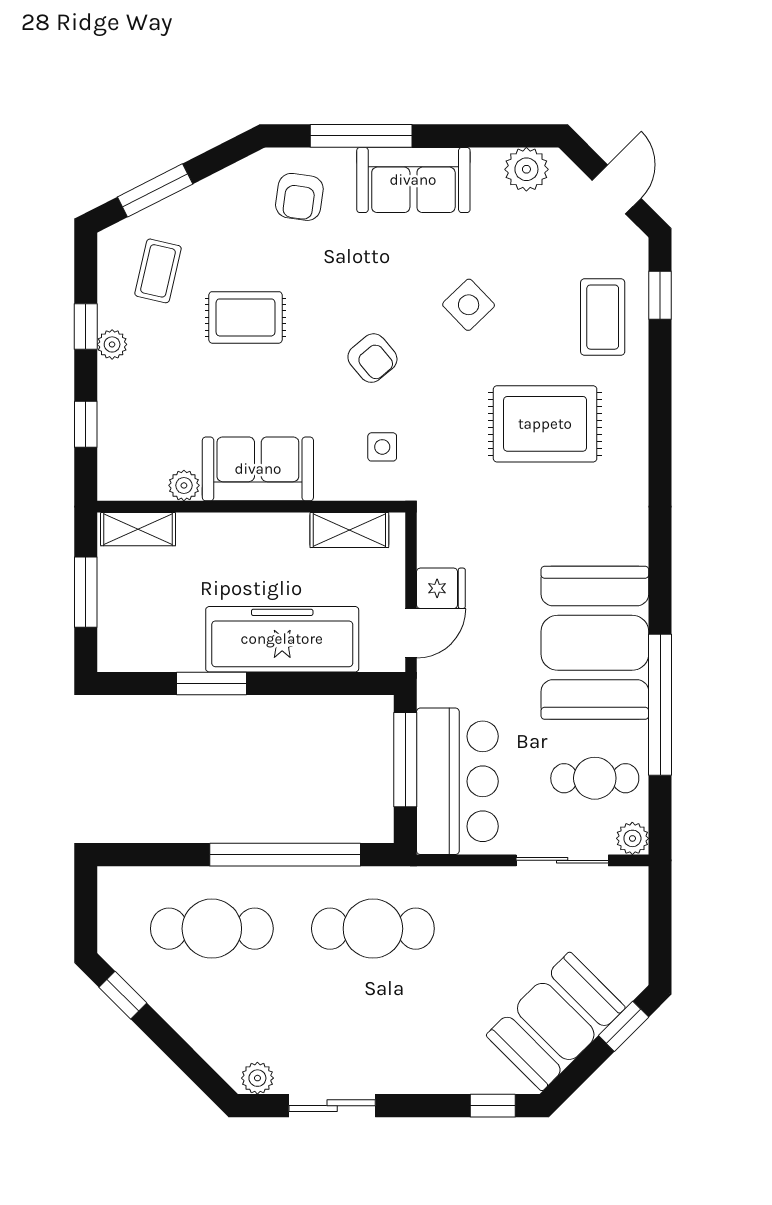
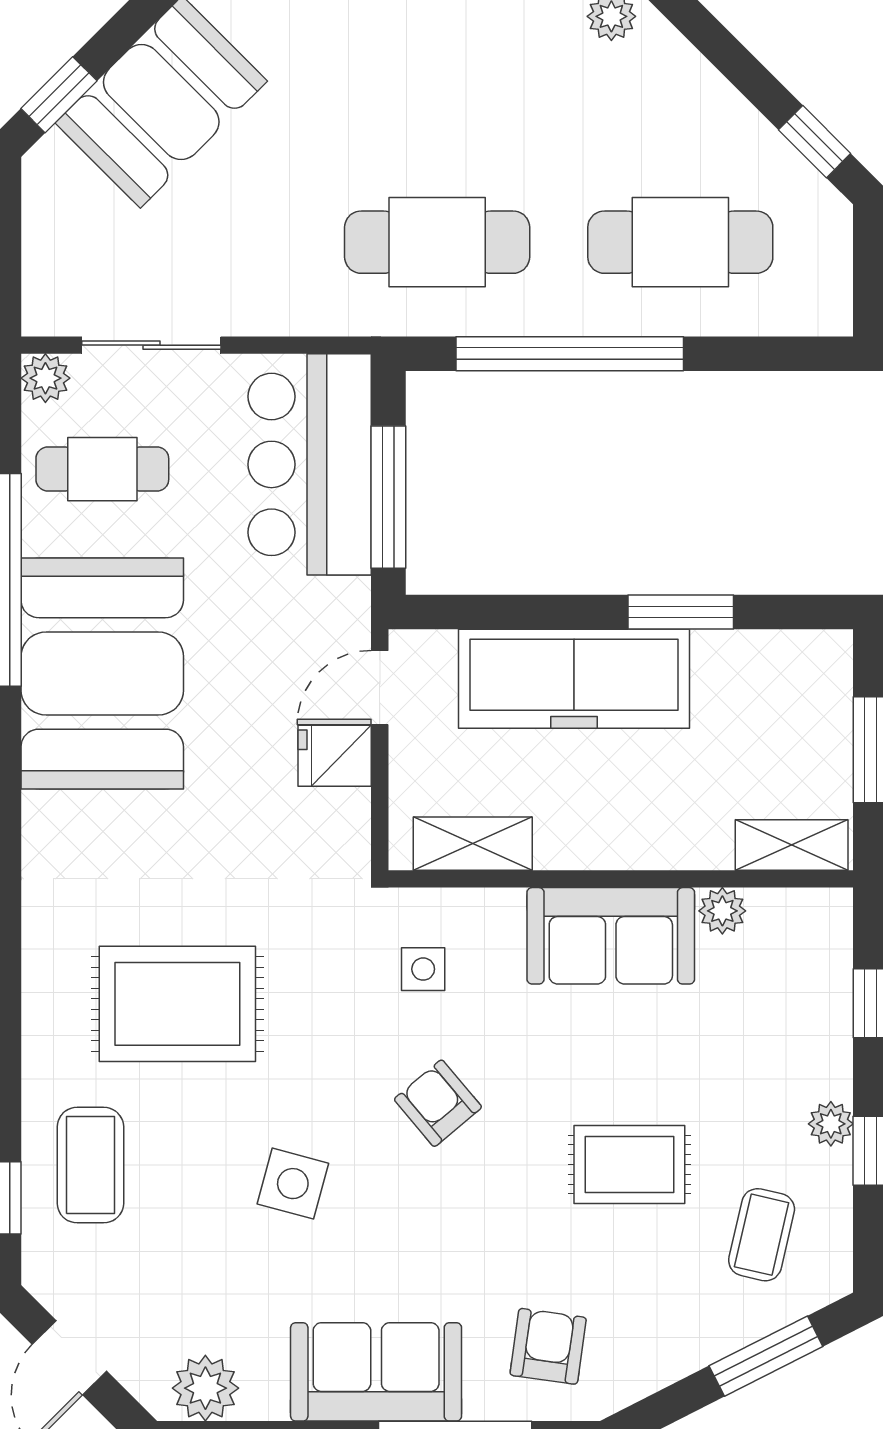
side table: (469, 305) -> (293, 1184), turned -31

